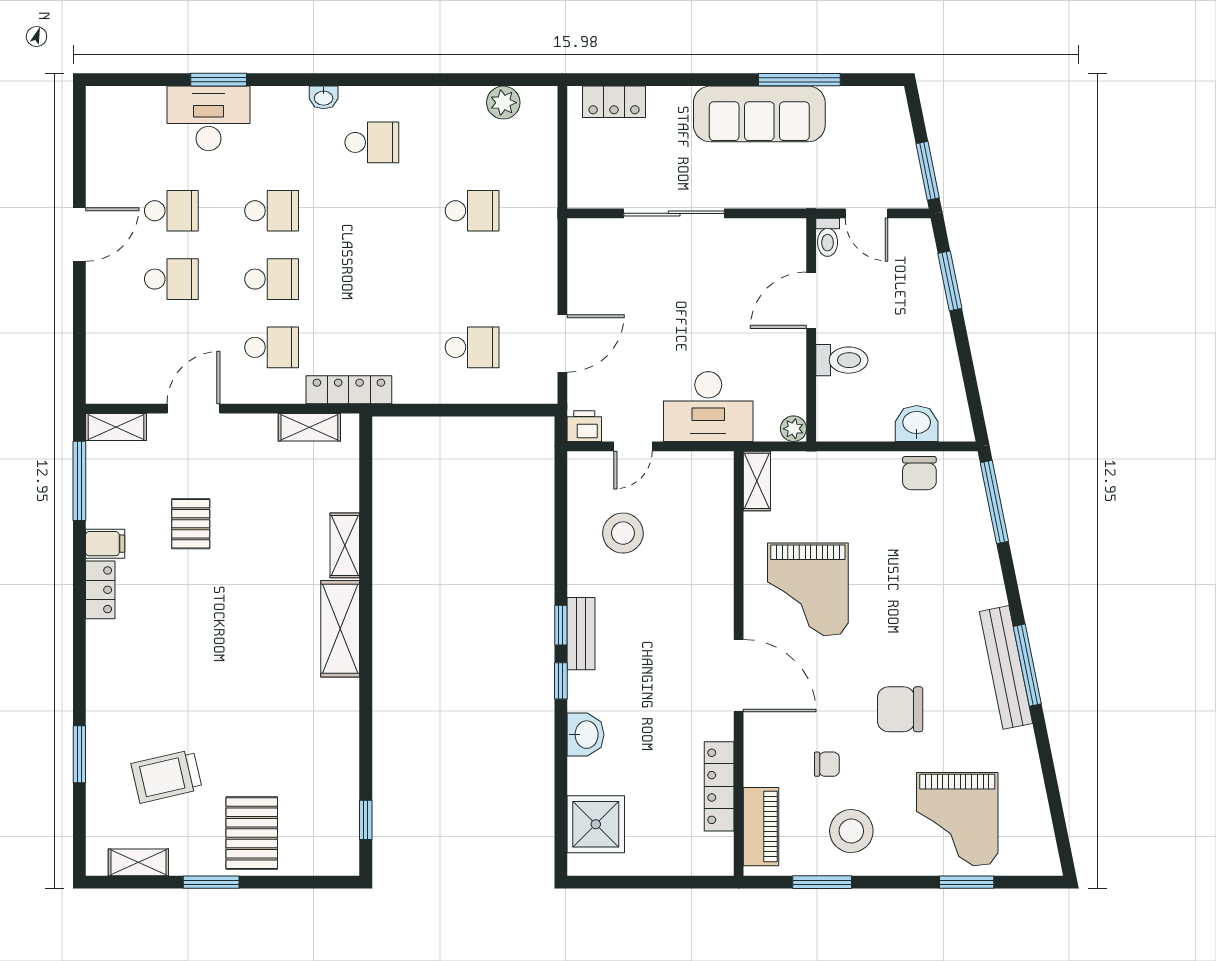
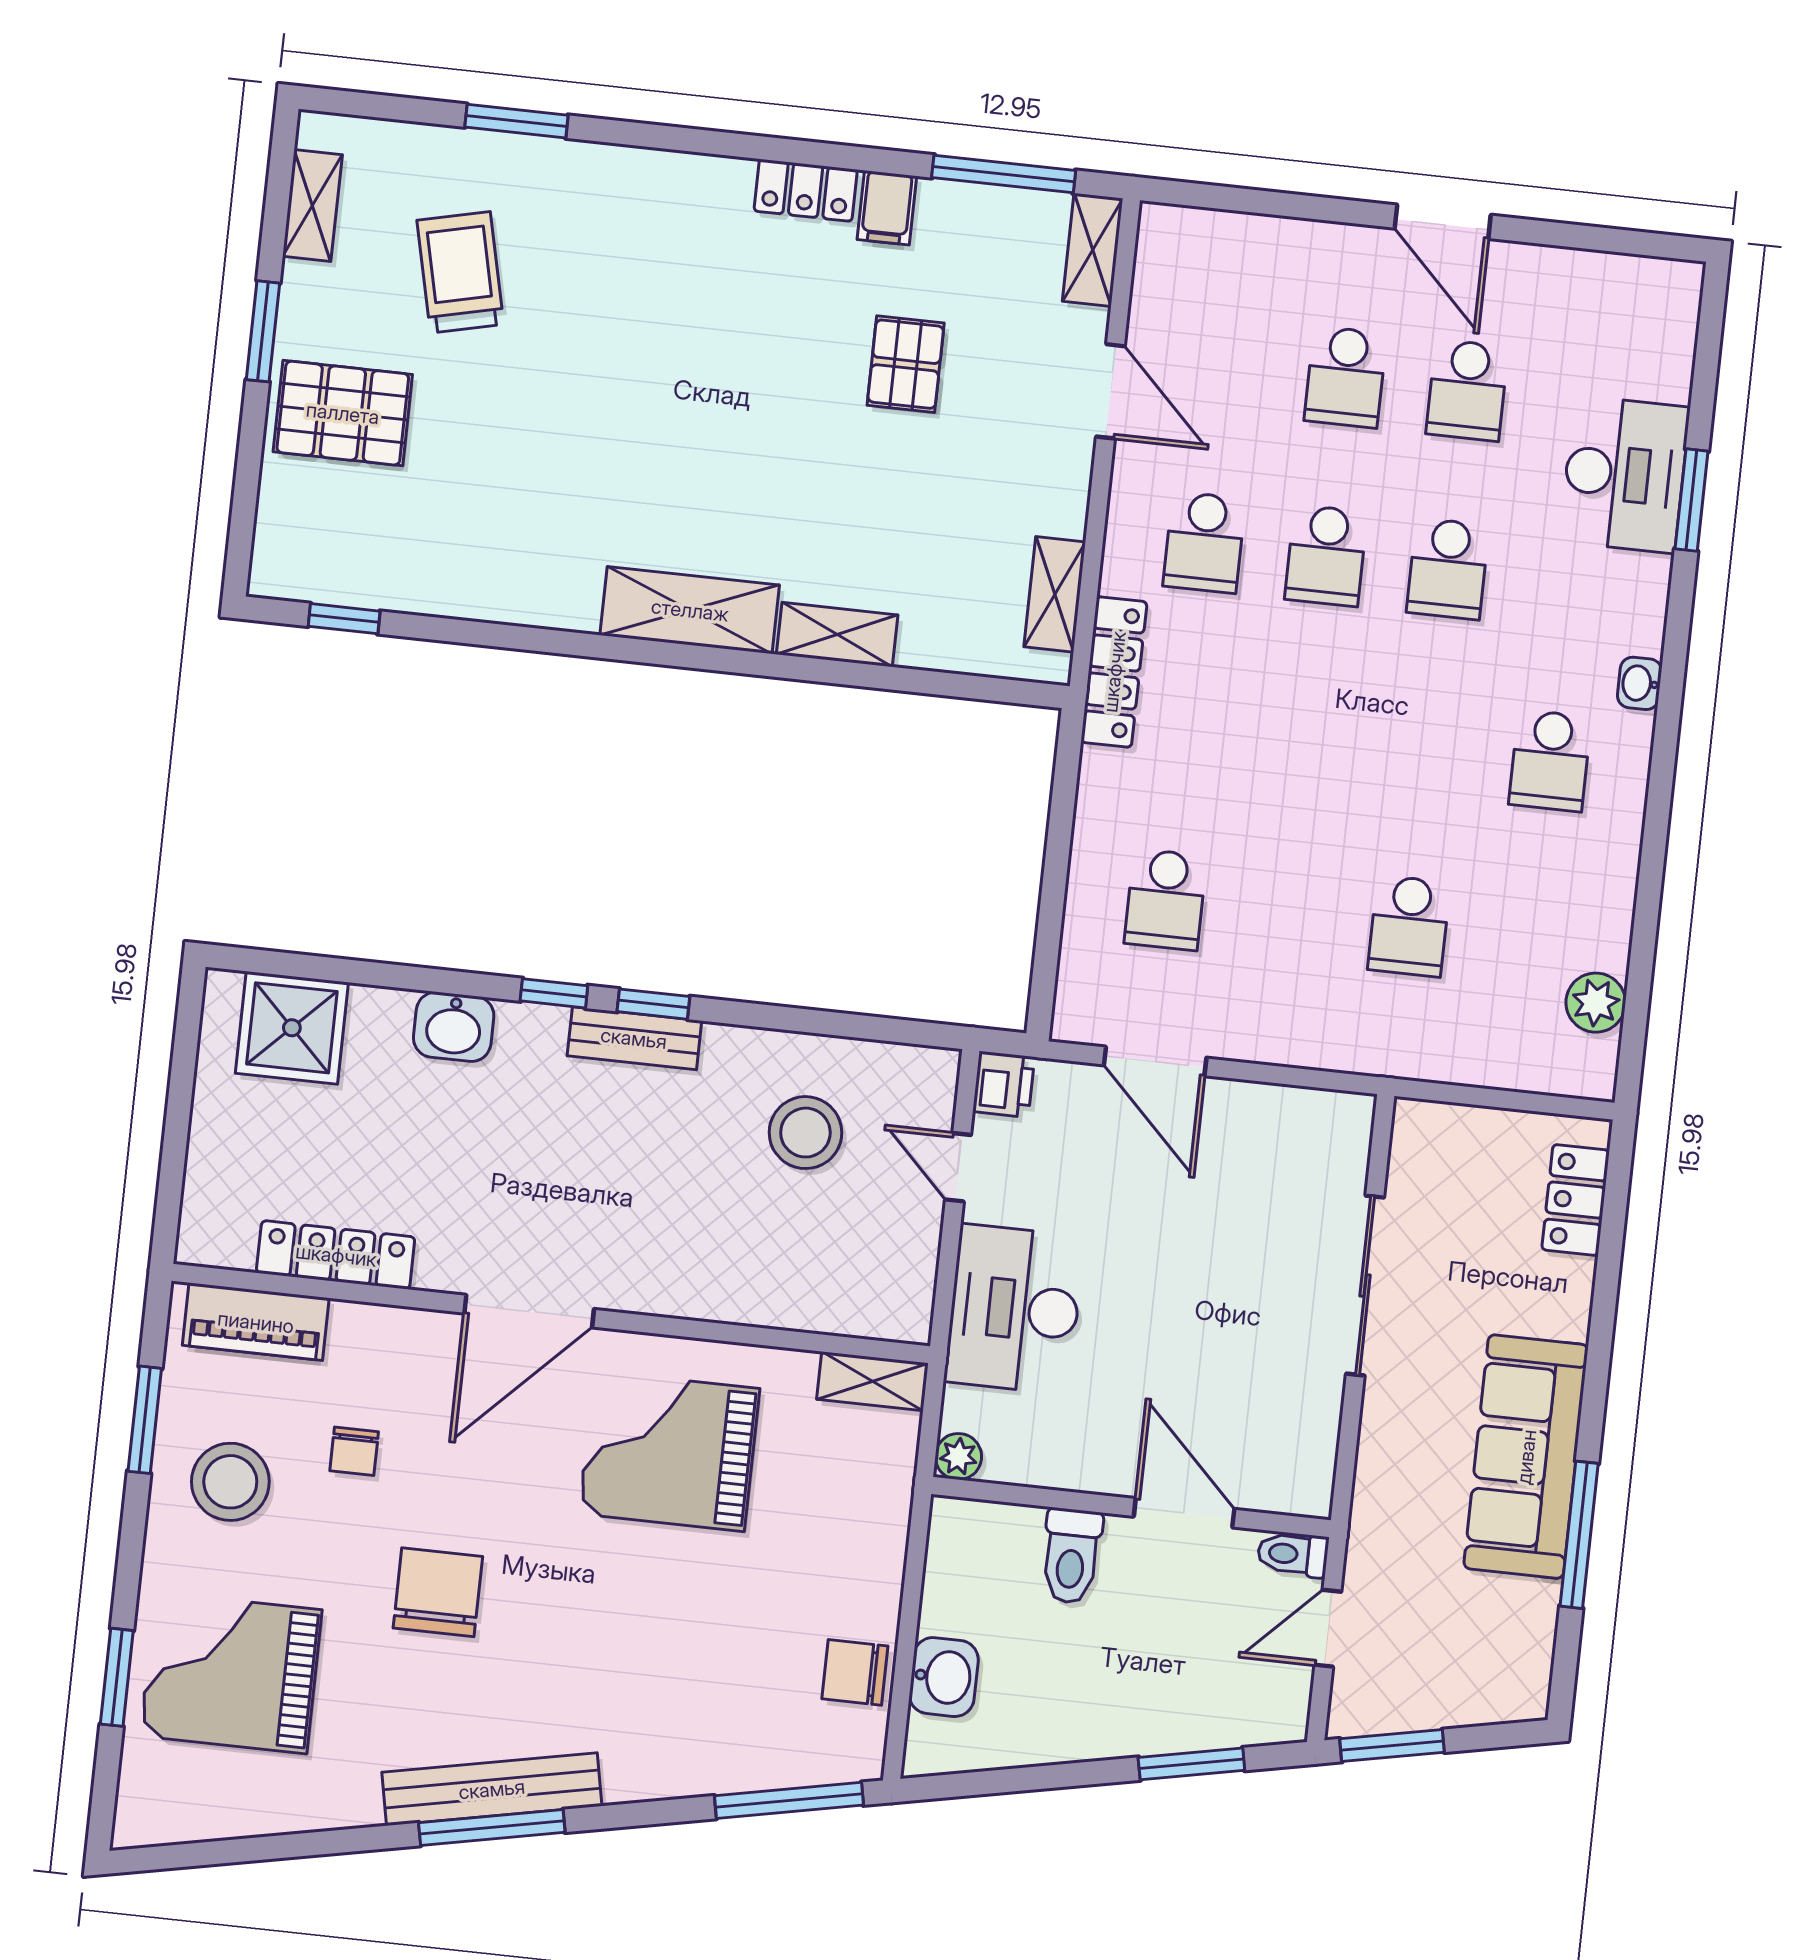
pallet: (191, 524) -> (906, 364), turned 90

